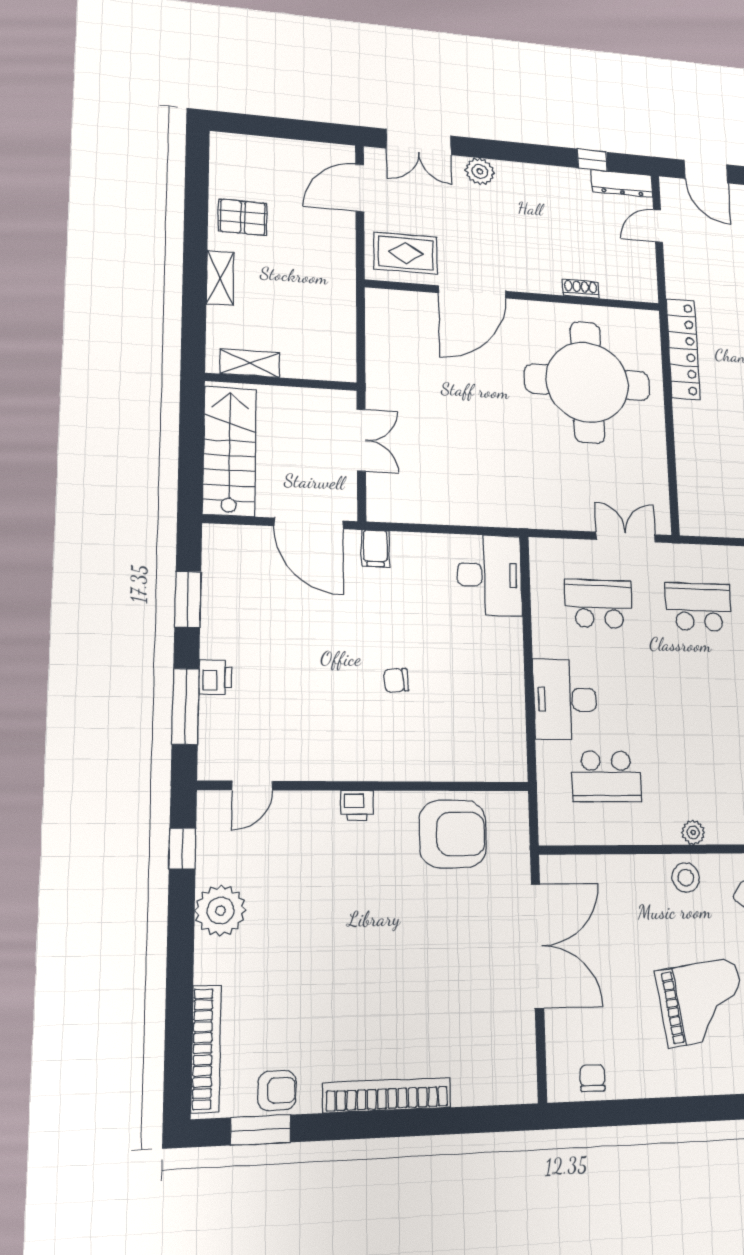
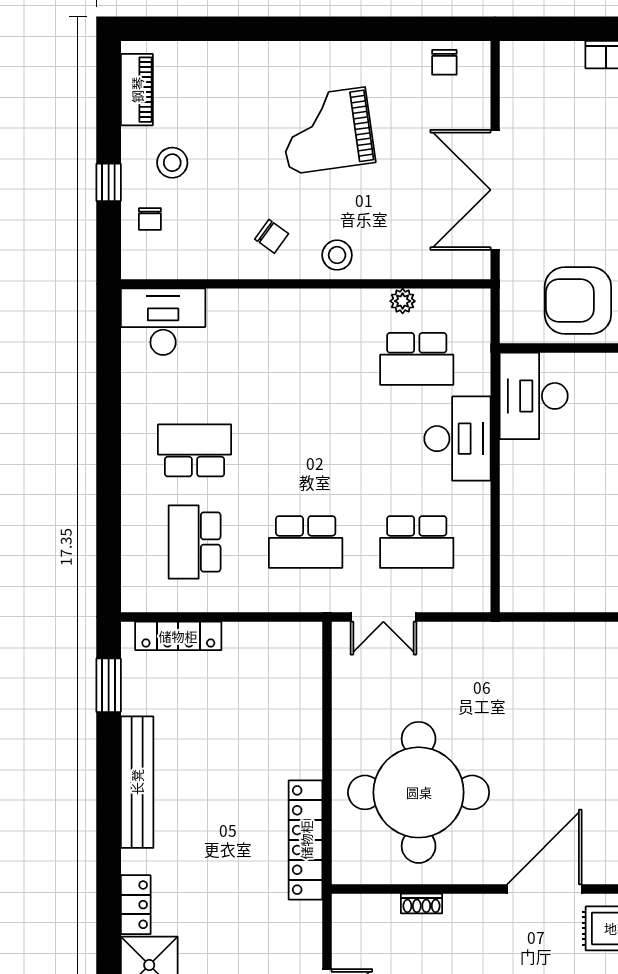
desk: (489, 575) -> (534, 396), moved
school desk: (606, 776) -> (417, 359), turned 180
plant: (693, 832) -> (403, 301), moved

